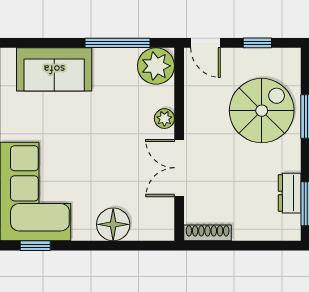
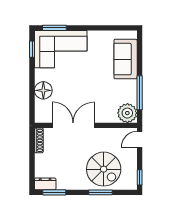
window: (257, 43) -> (140, 177), moved
plant: (164, 119) -> (99, 118), removed
double door: (179, 168) -> (73, 125), width x1.37
dresser: (290, 193) -> (45, 184), moved

